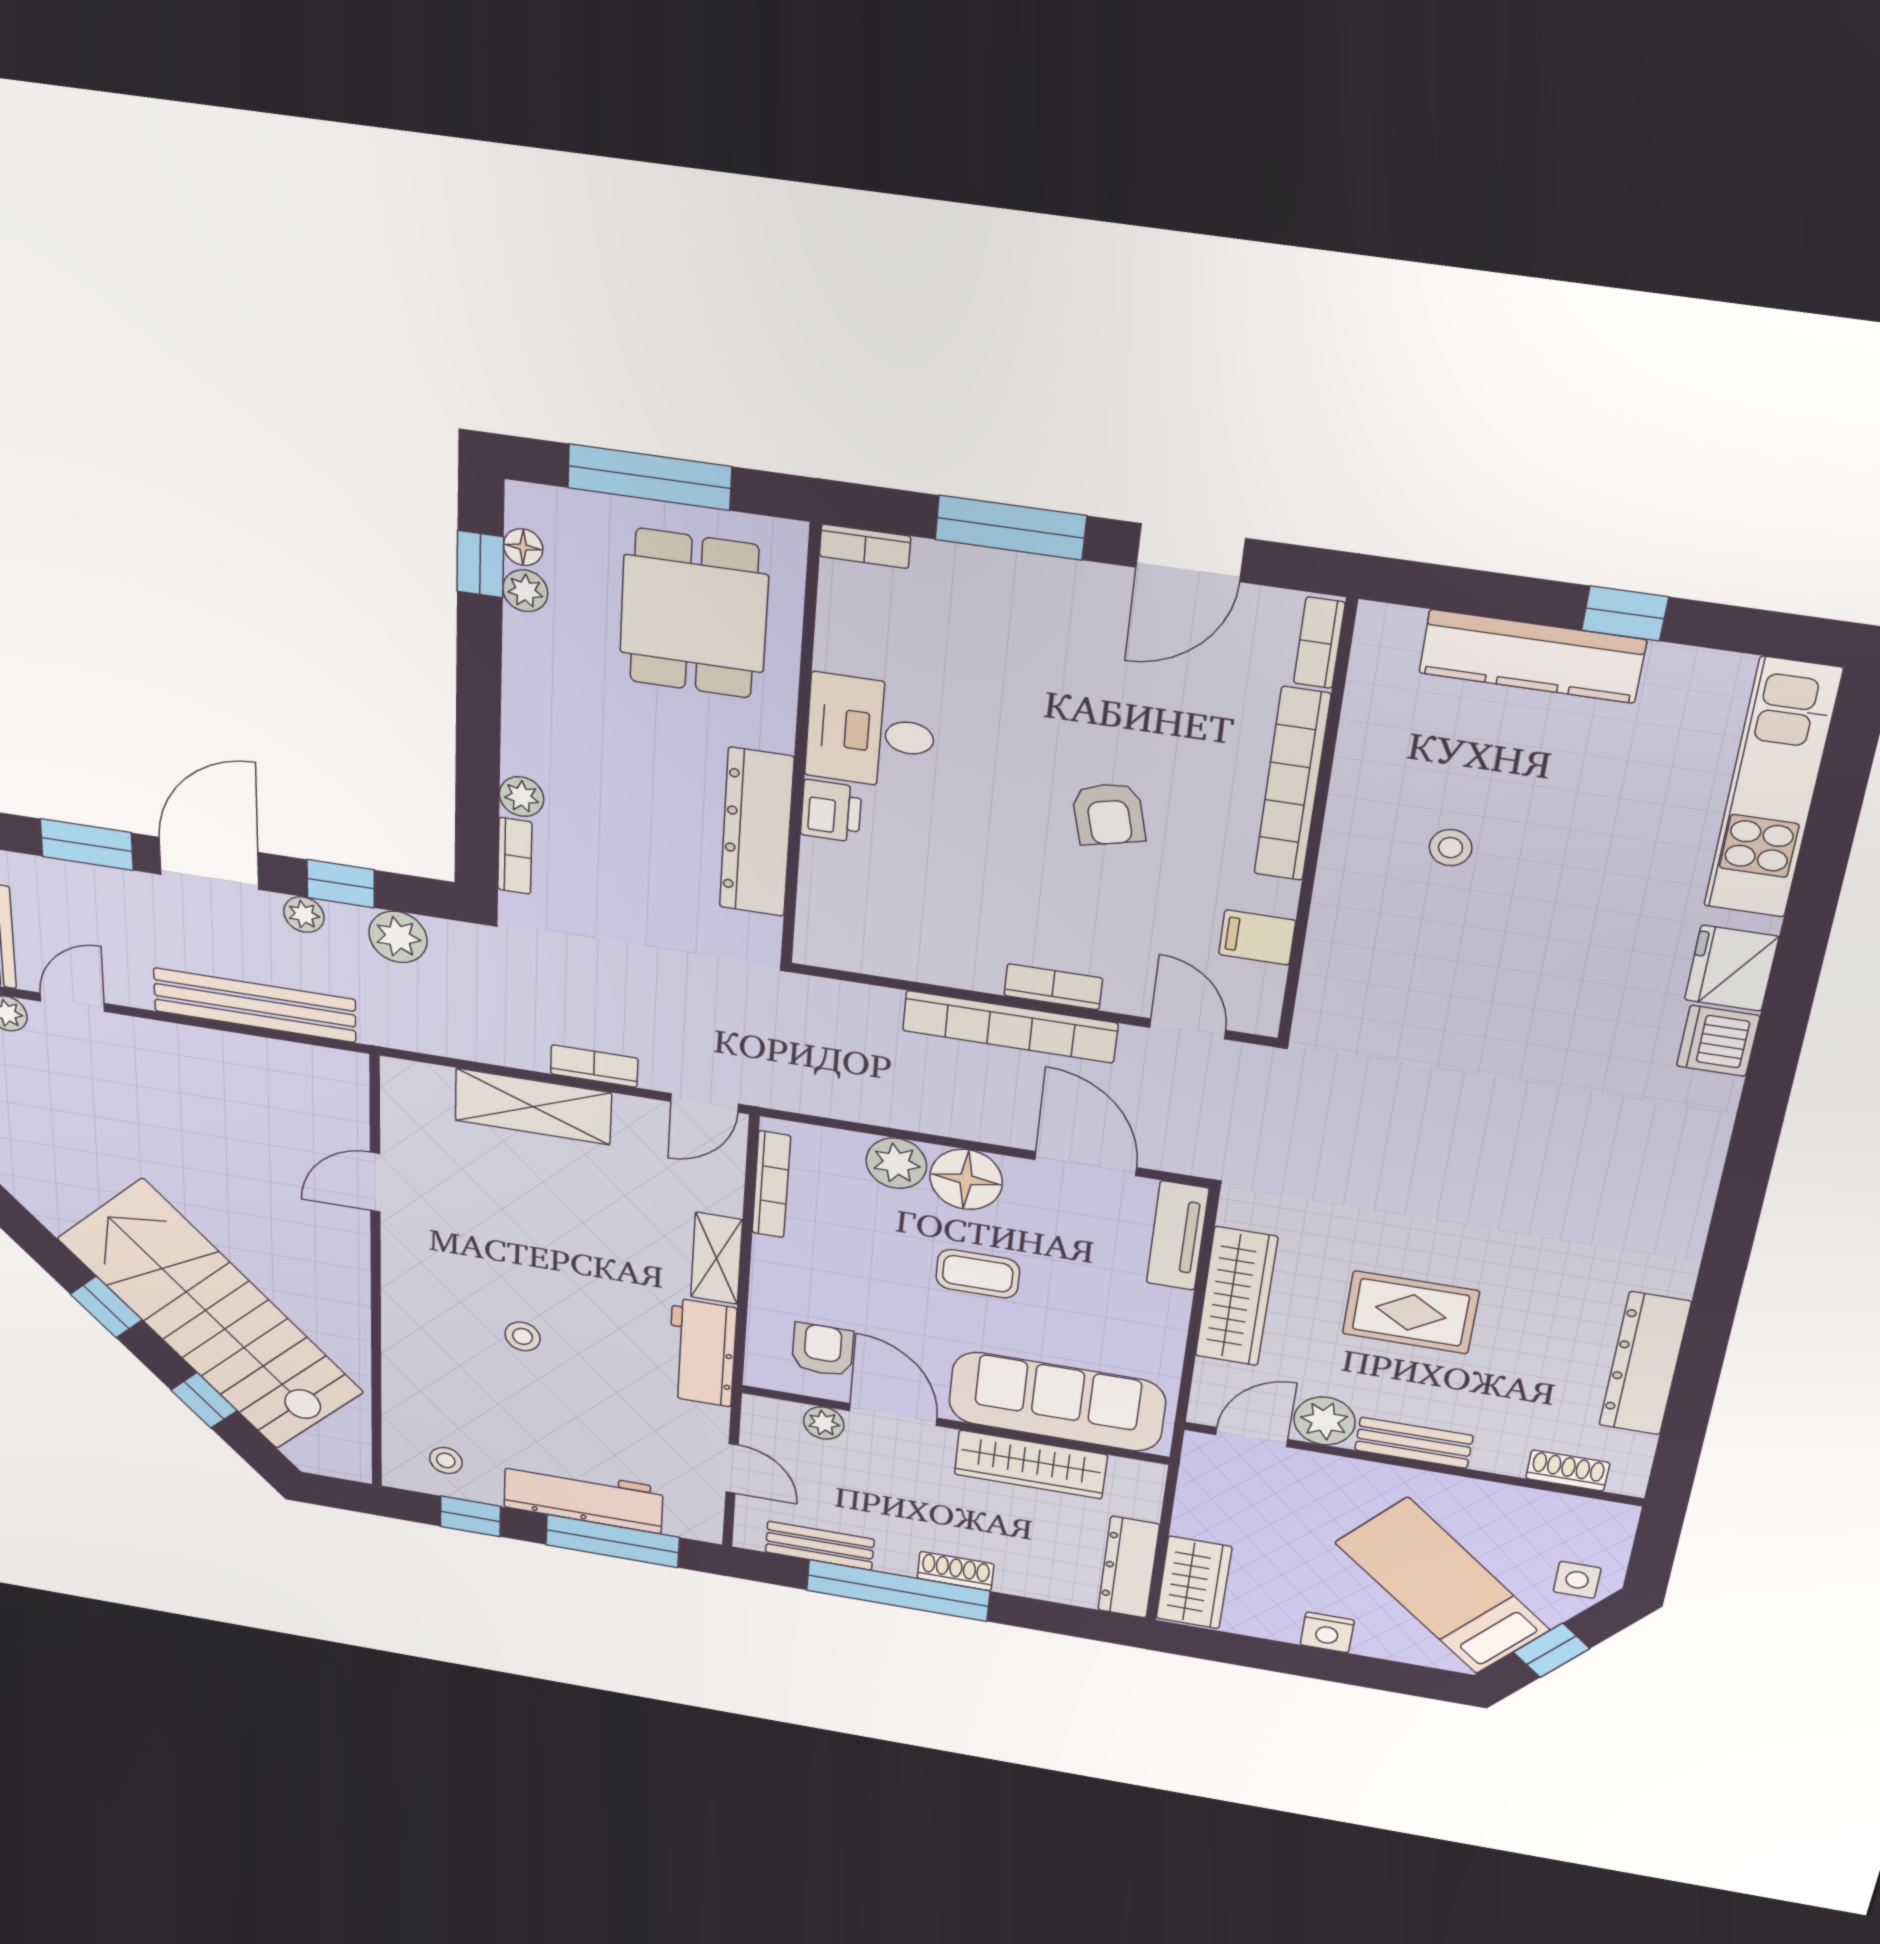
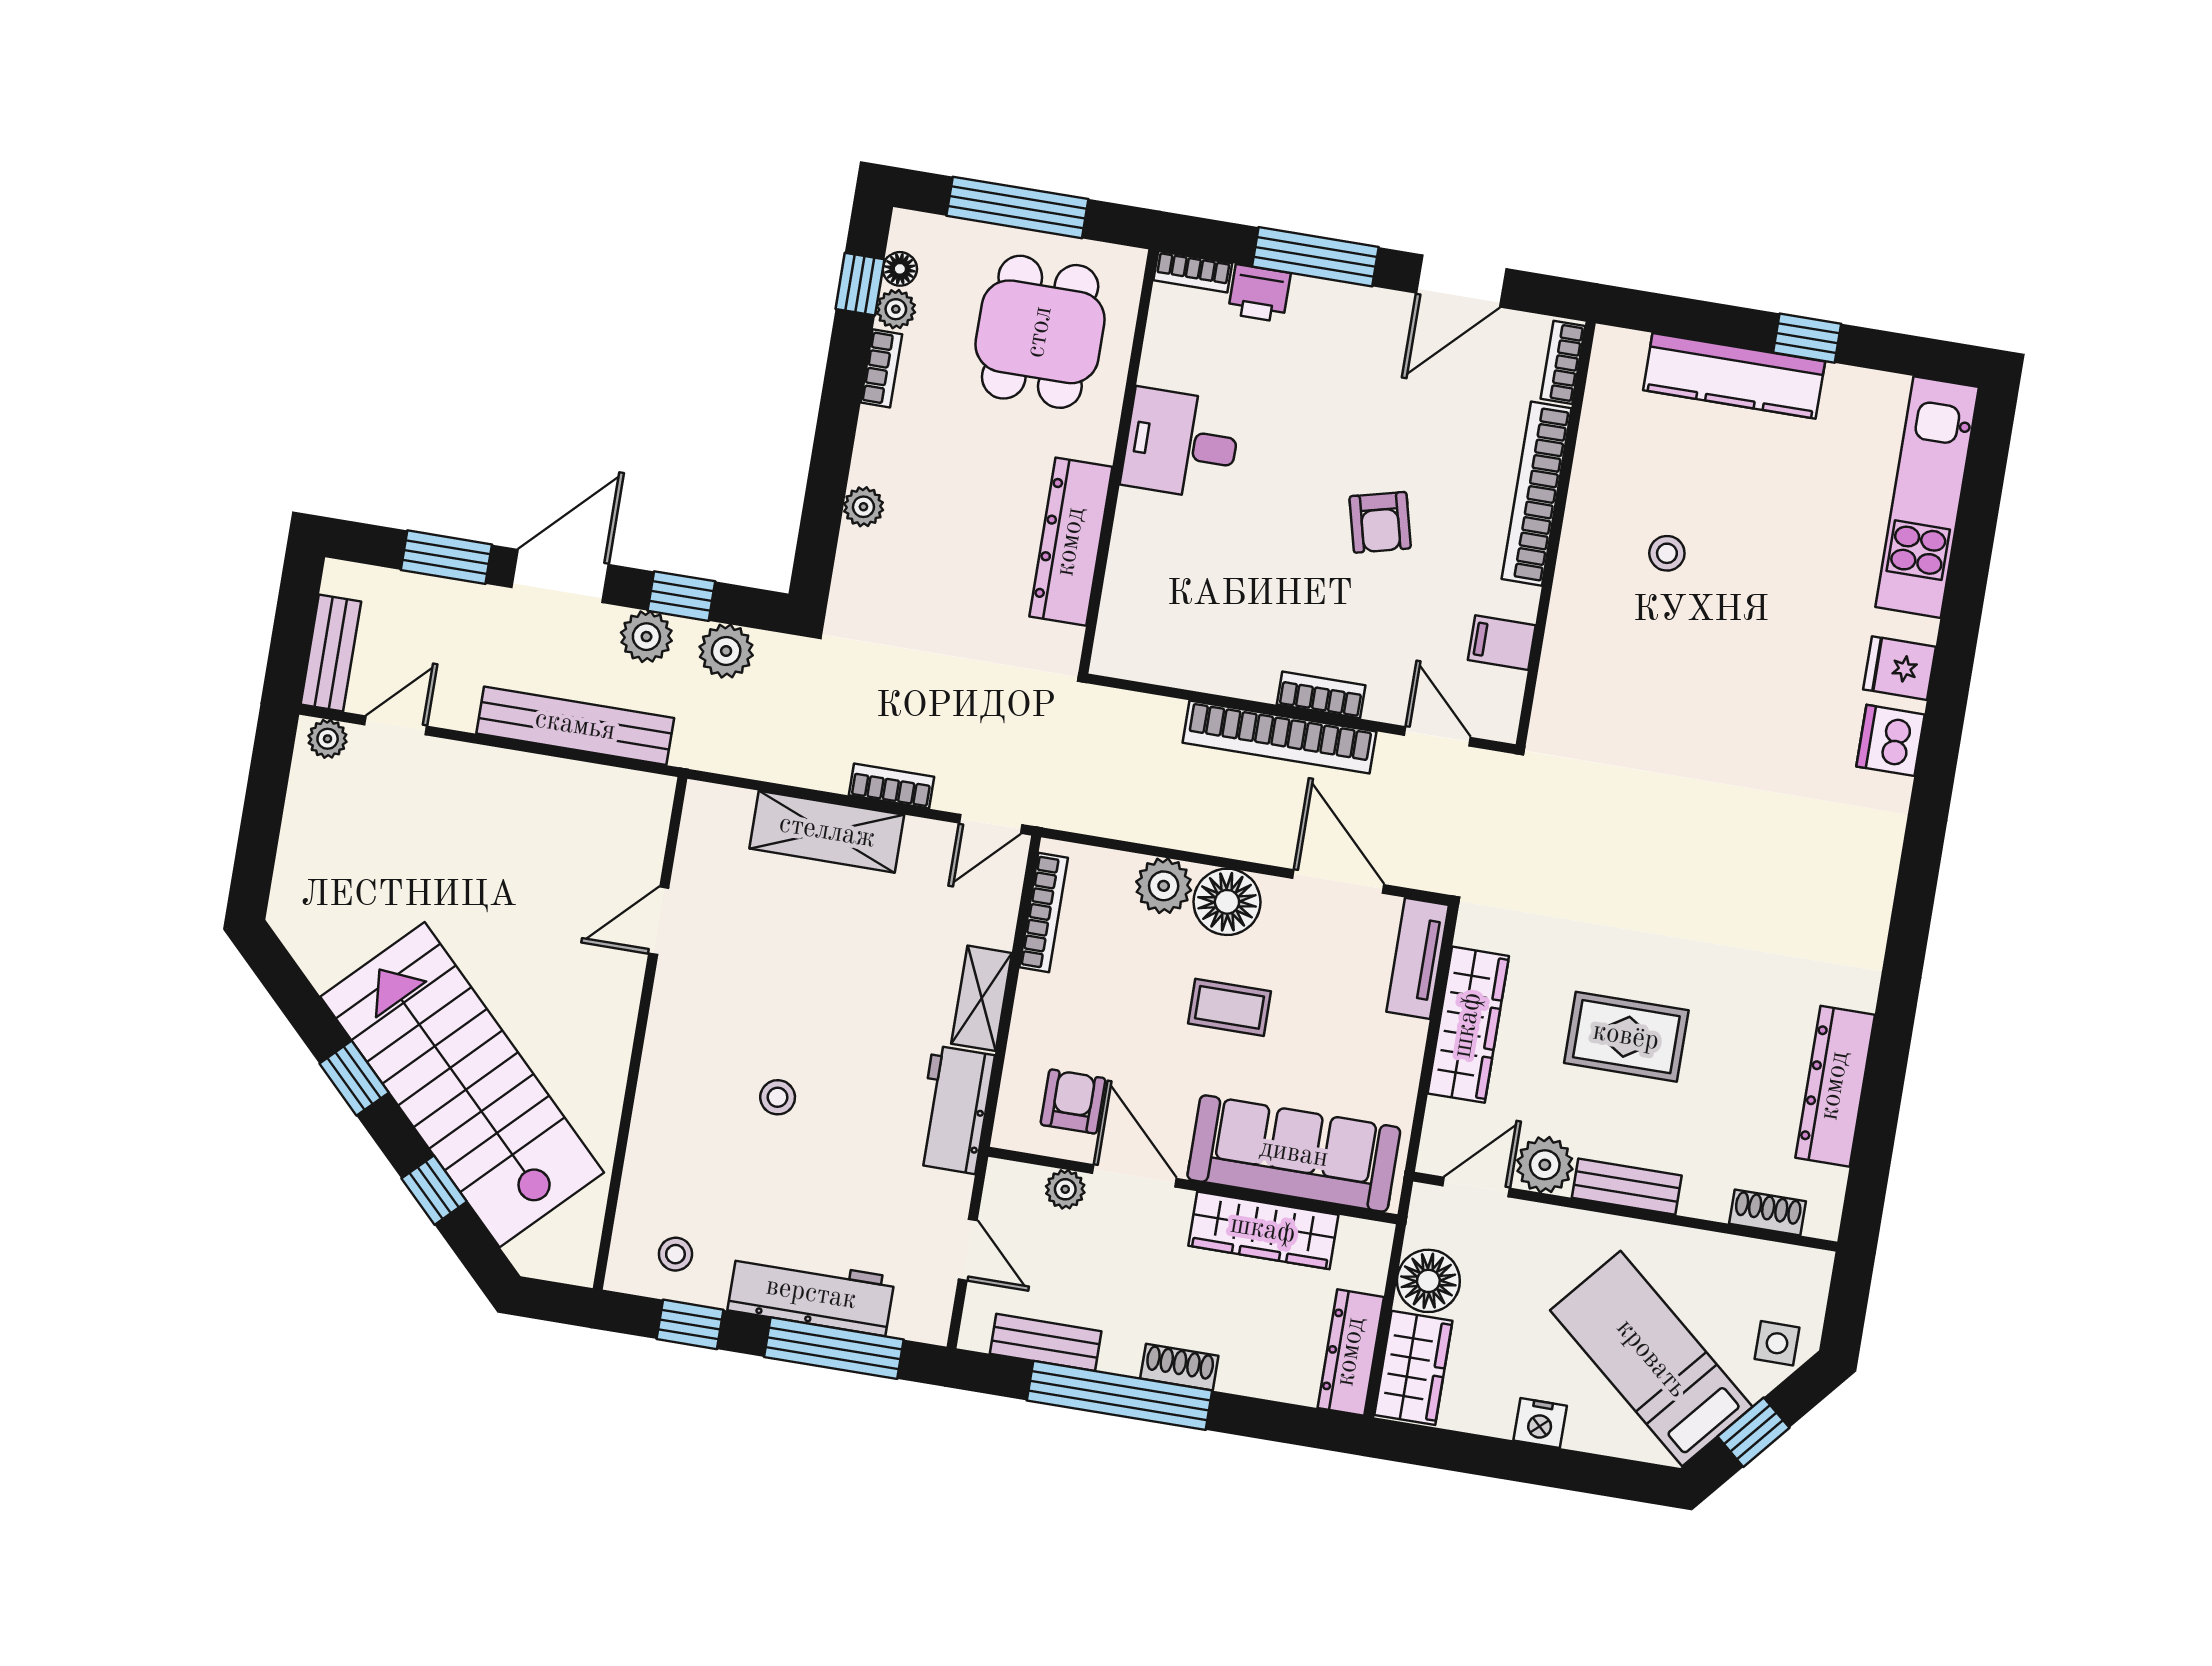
printer: (831, 811) -> (1259, 293), moved, turned 90
bookcase: (515, 856) -> (881, 368), moved
plant: (304, 915) -> (646, 637), width x1.38, depth x1.38
fridge: (1731, 968) -> (1899, 668), width x0.72
floor lamp: (1205, 1513) -> (1428, 1281), added

